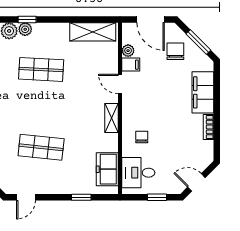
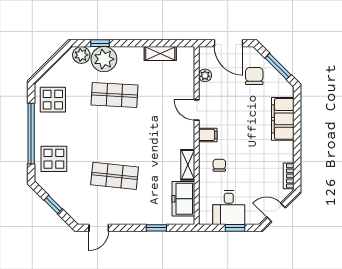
plant: (25, 29) -> (104, 59), width x1.87, depth x1.87
shelving: (93, 32) -> (160, 54), width x0.67, depth x0.75
filing cabinet: (131, 65) -> (208, 135), moved
shelving: (112, 118) -> (188, 165), moved
bookcase: (209, 127) -> (289, 176), moved
desk: (138, 173) -> (229, 207), moved, turned -90

